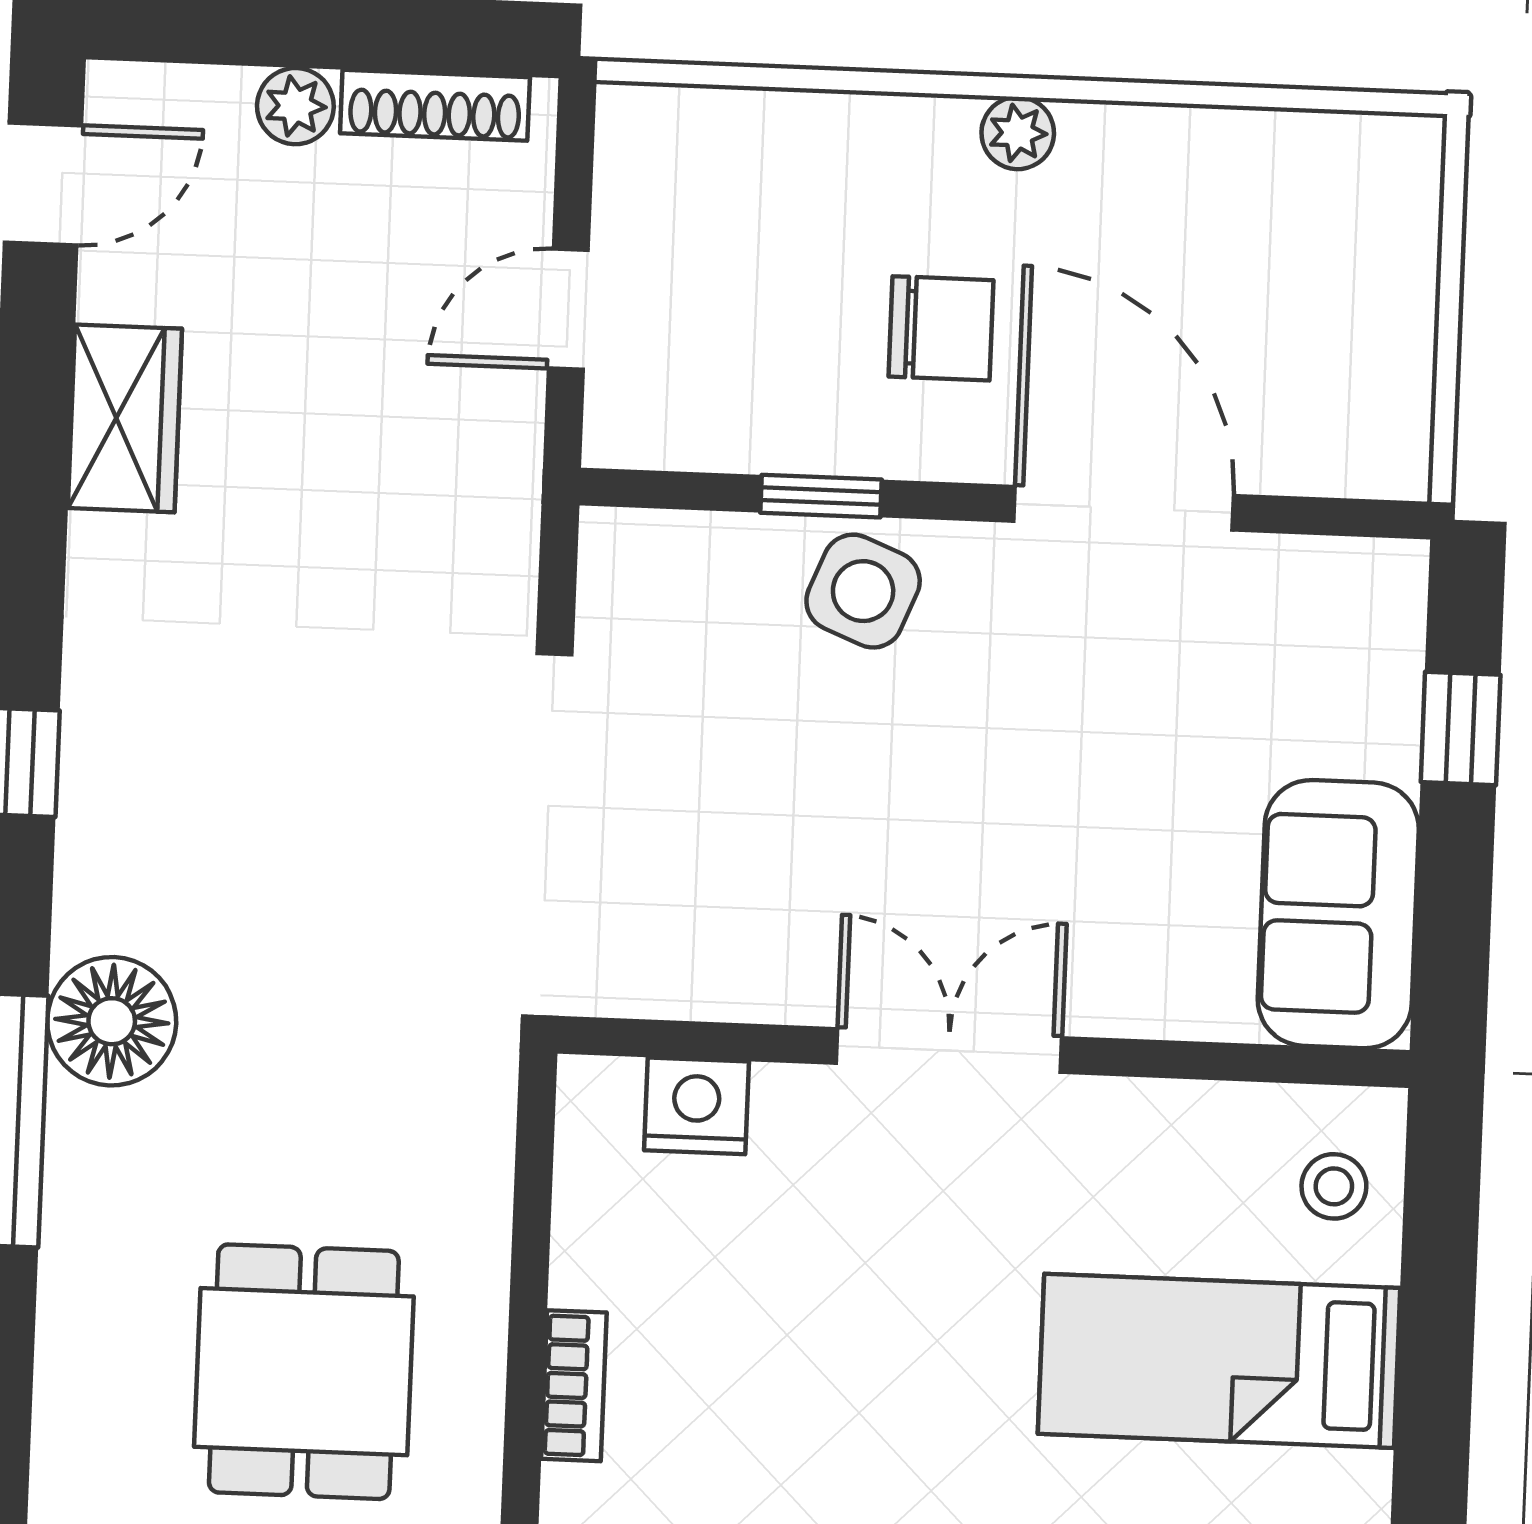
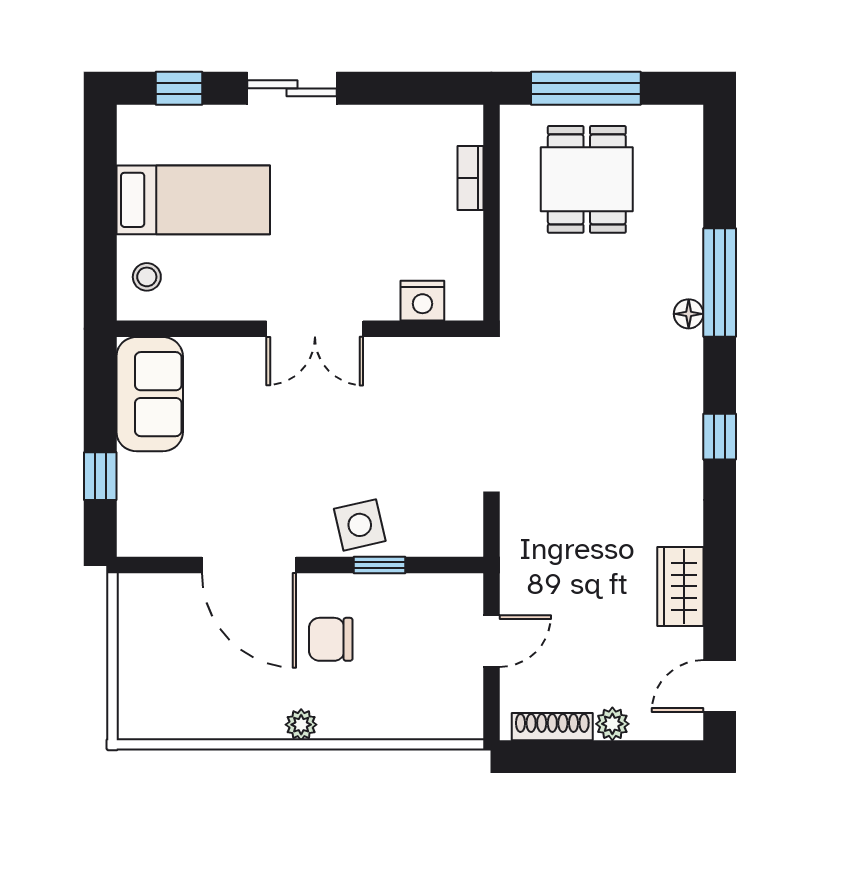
side table: (863, 591) -> (360, 525), turned -35
floor lamp: (112, 1021) -> (689, 314), width x0.53, depth x0.53

